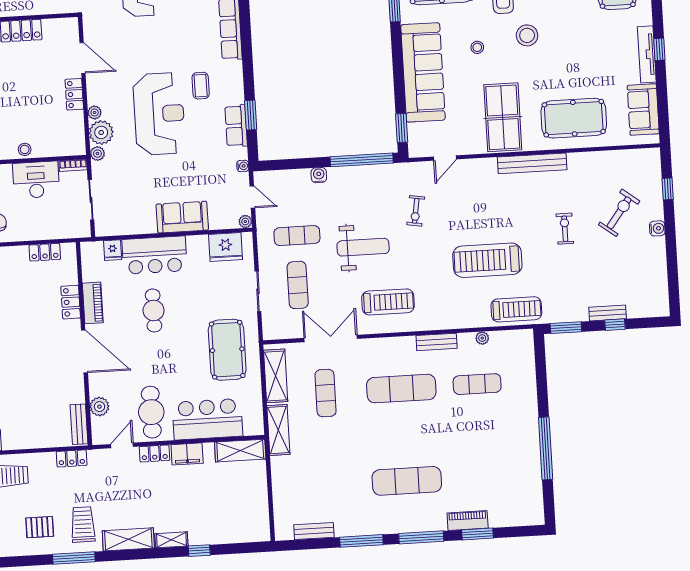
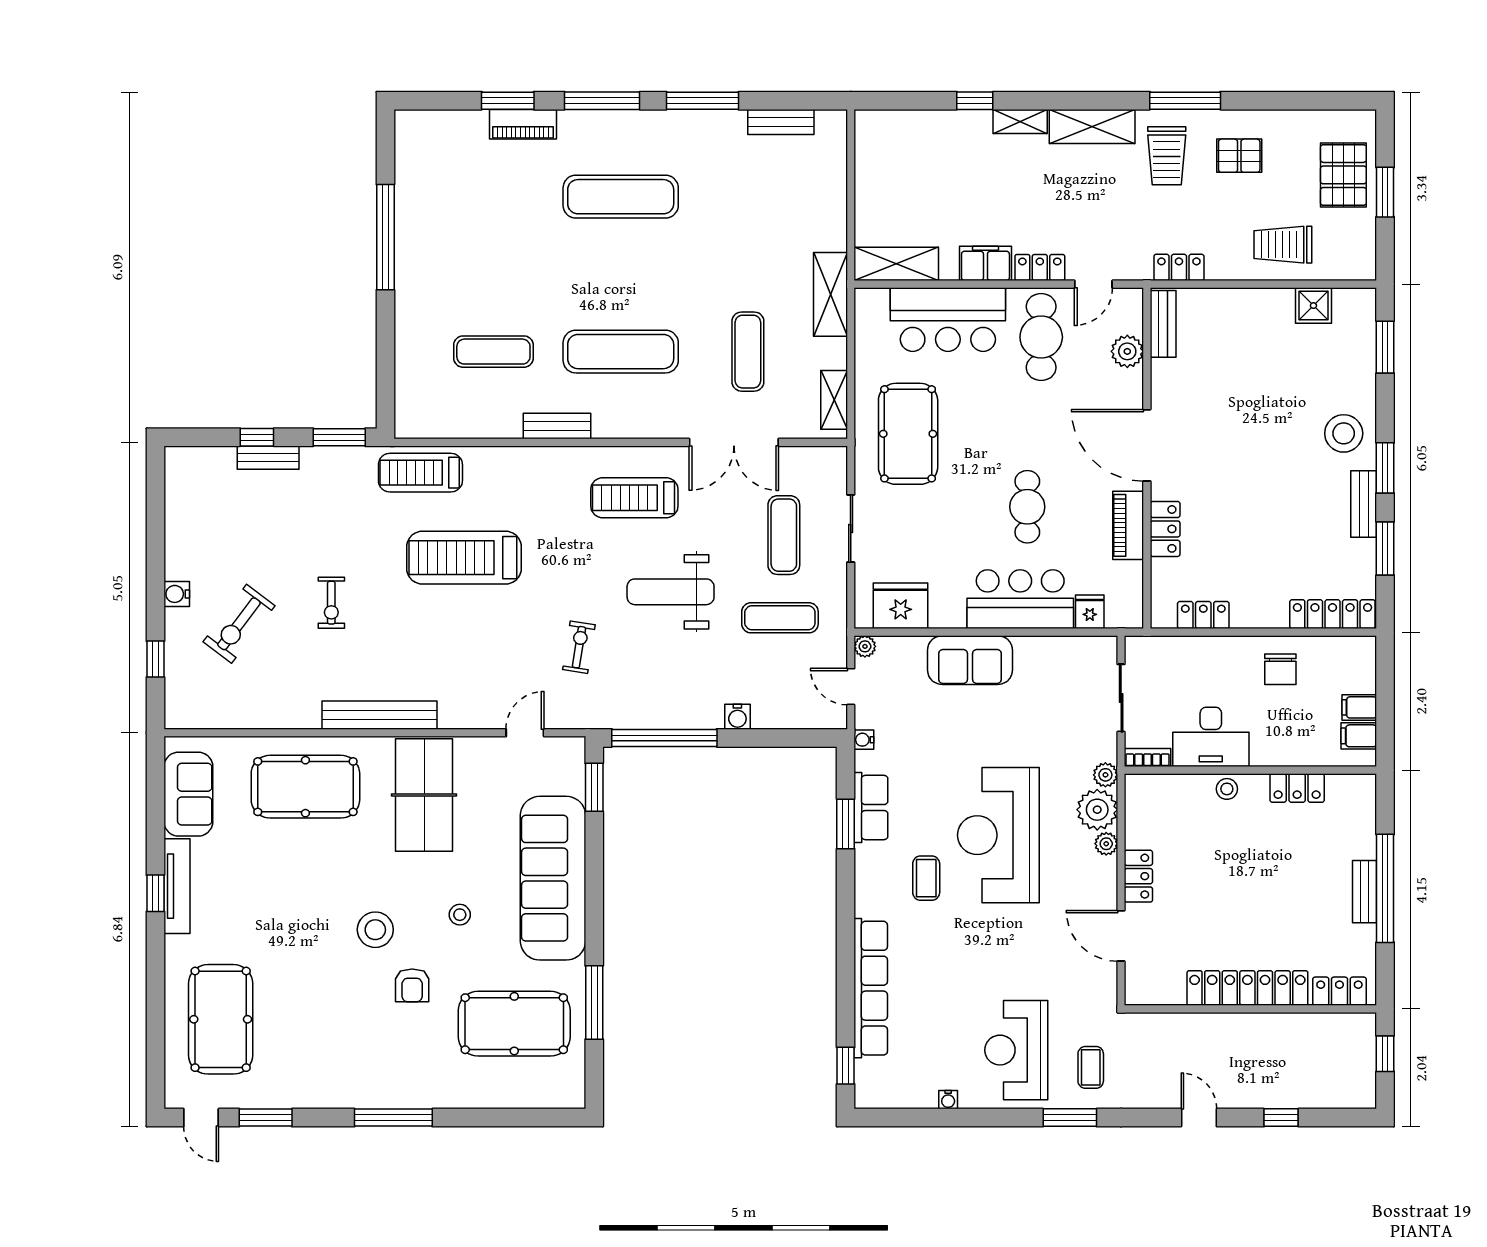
treadmill: (487, 260) -> (464, 558), turned 180
plant: (482, 338) -> (480, 428), removed
shelving: (276, 376) -> (834, 400), width x0.67, depth x0.75

